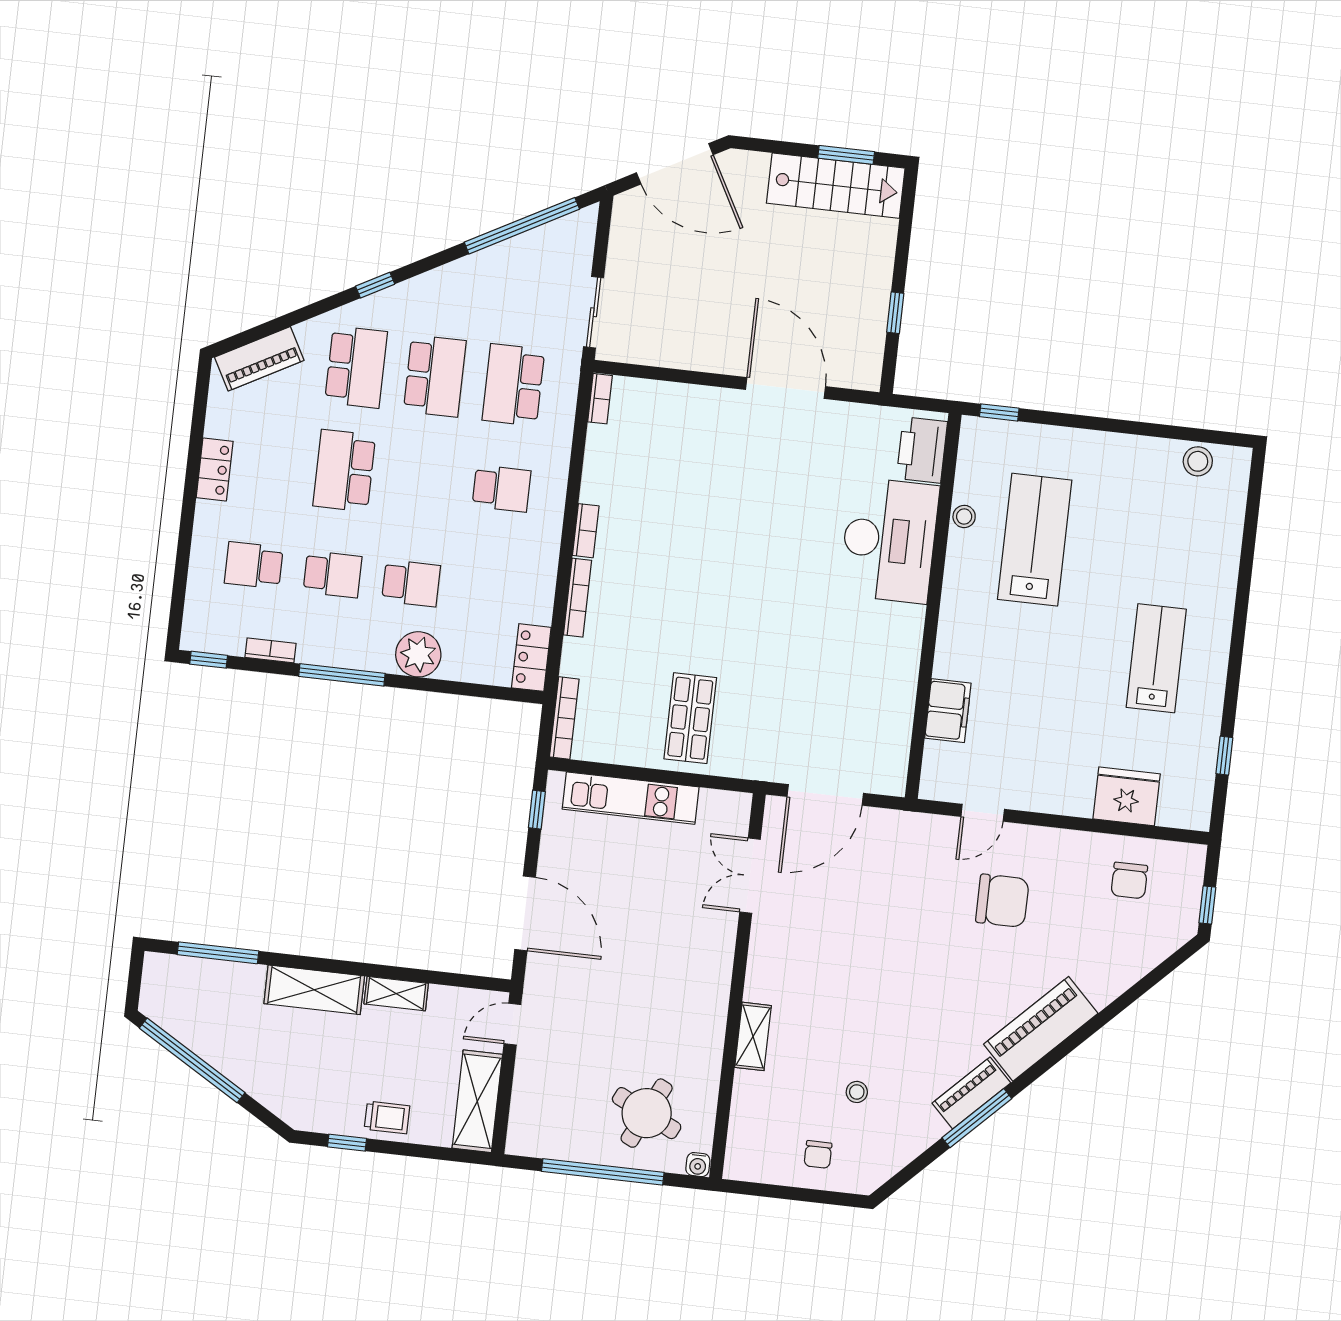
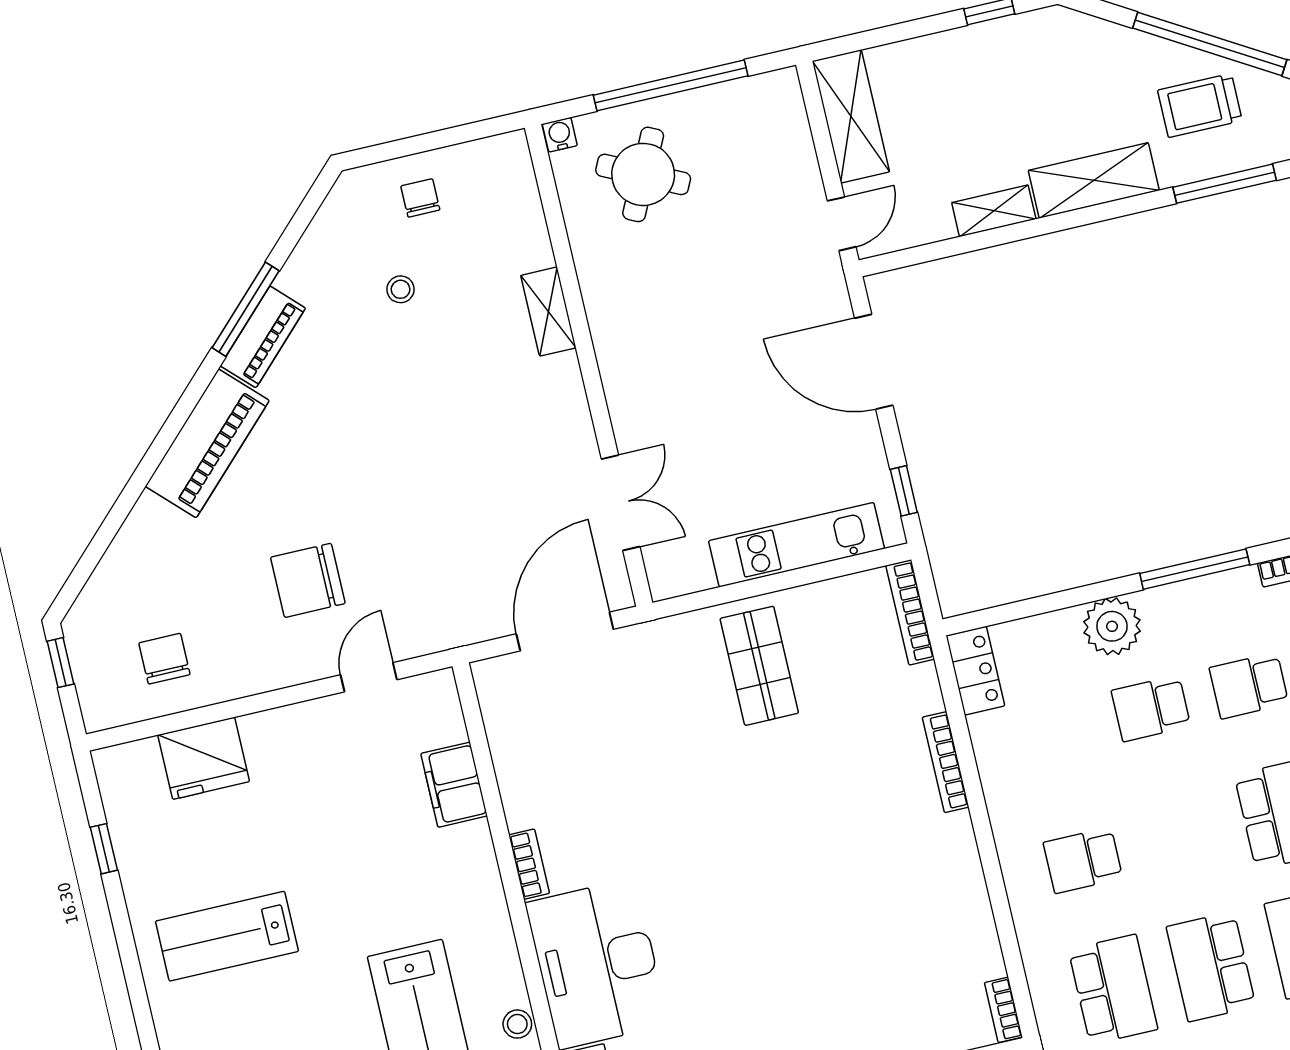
bookcase: (586, 531) -> (529, 864), moved, turned 180
lab bench: (1156, 658) -> (227, 936), turned 90
trolley: (387, 1117) -> (1200, 105), moved, width x1.36, depth x1.39

